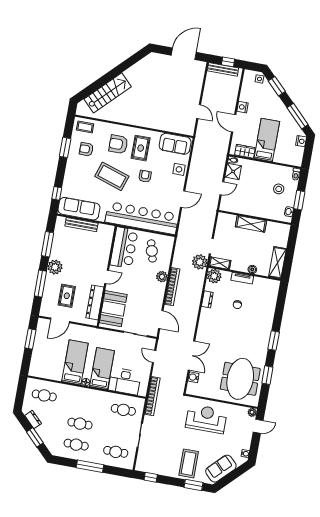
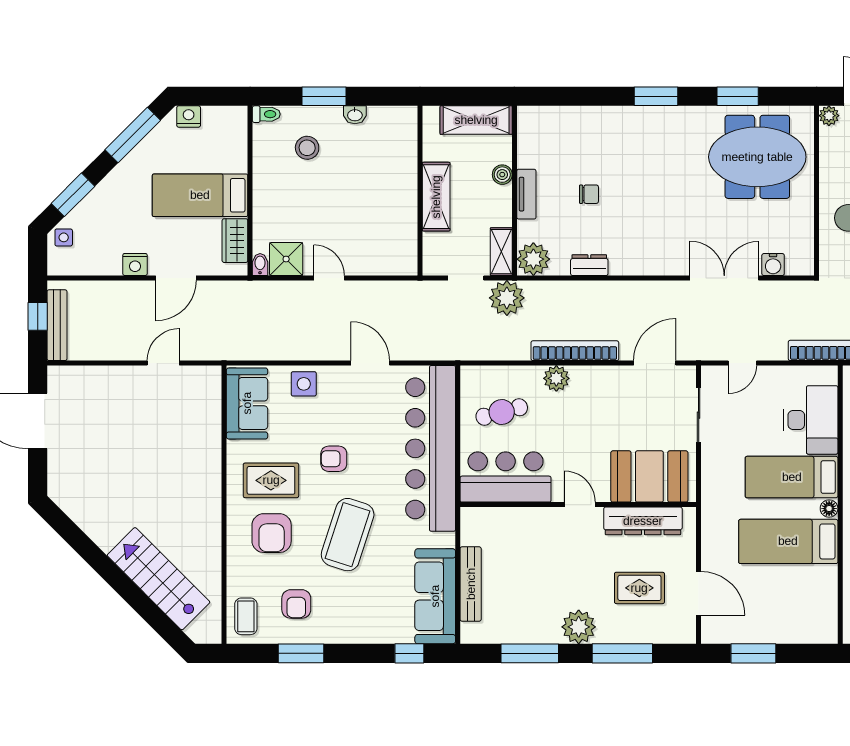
wall: (255, 217) -> (420, 191), moved
shelving: (251, 224) -> (436, 197), moved

